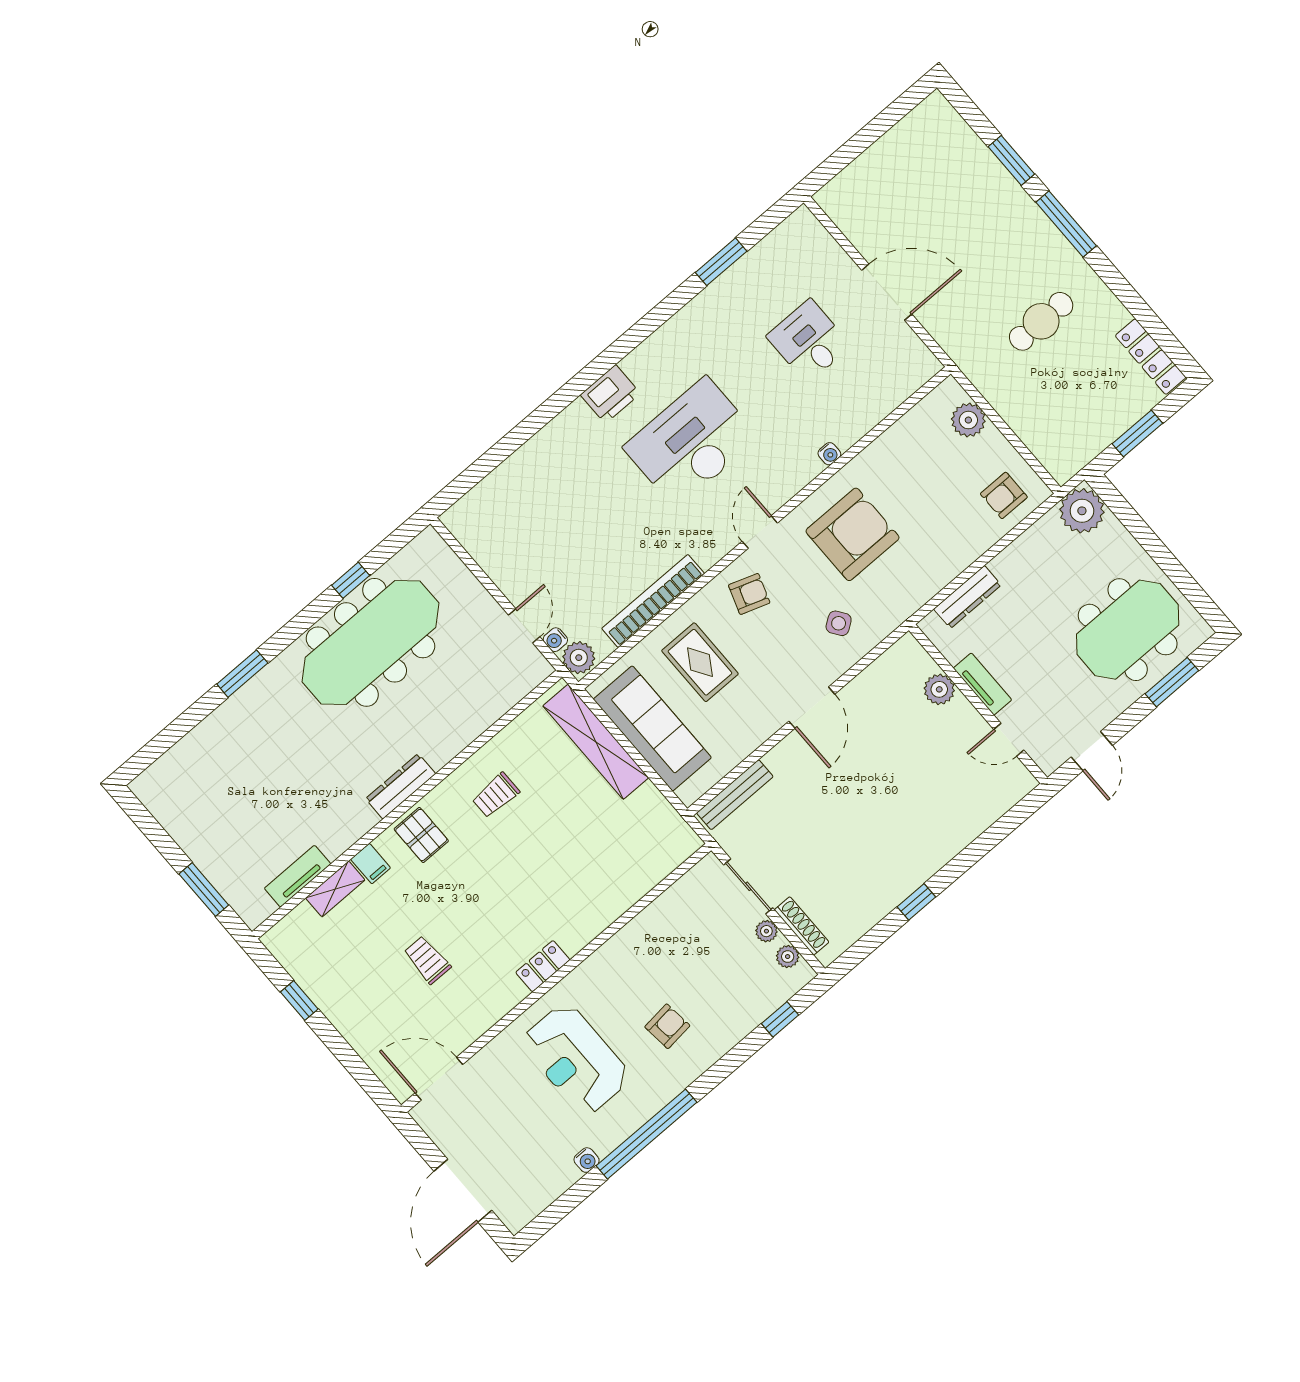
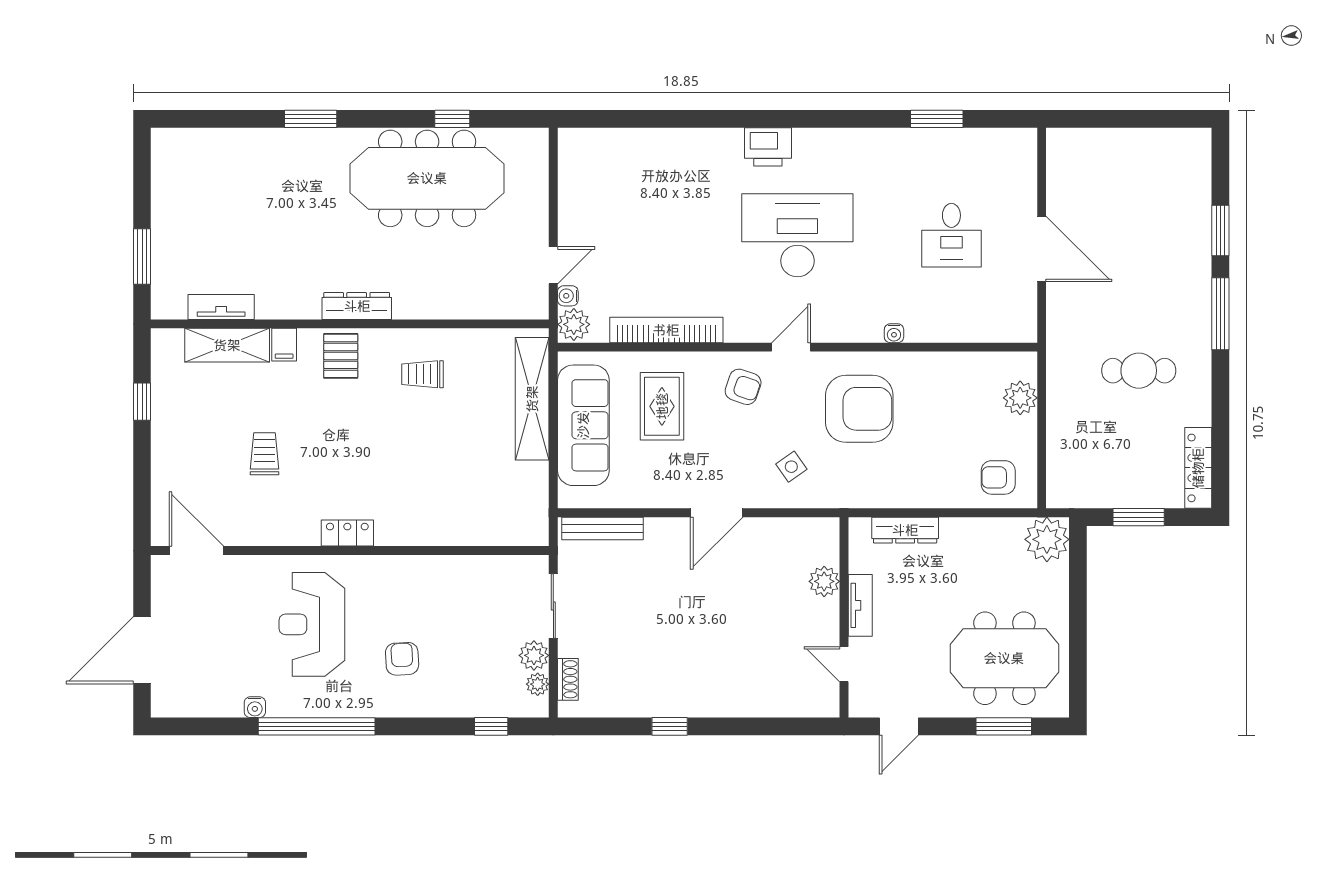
desk: (809, 341) -> (951, 235), turned 180
shelving: (335, 889) -> (227, 345), width x1.50, depth x1.33
shoe rack: (802, 926) -> (568, 679), width x0.70
plant: (766, 931) -> (534, 655), width x1.38, depth x1.38
armchair: (667, 1026) -> (402, 659), turned -87

